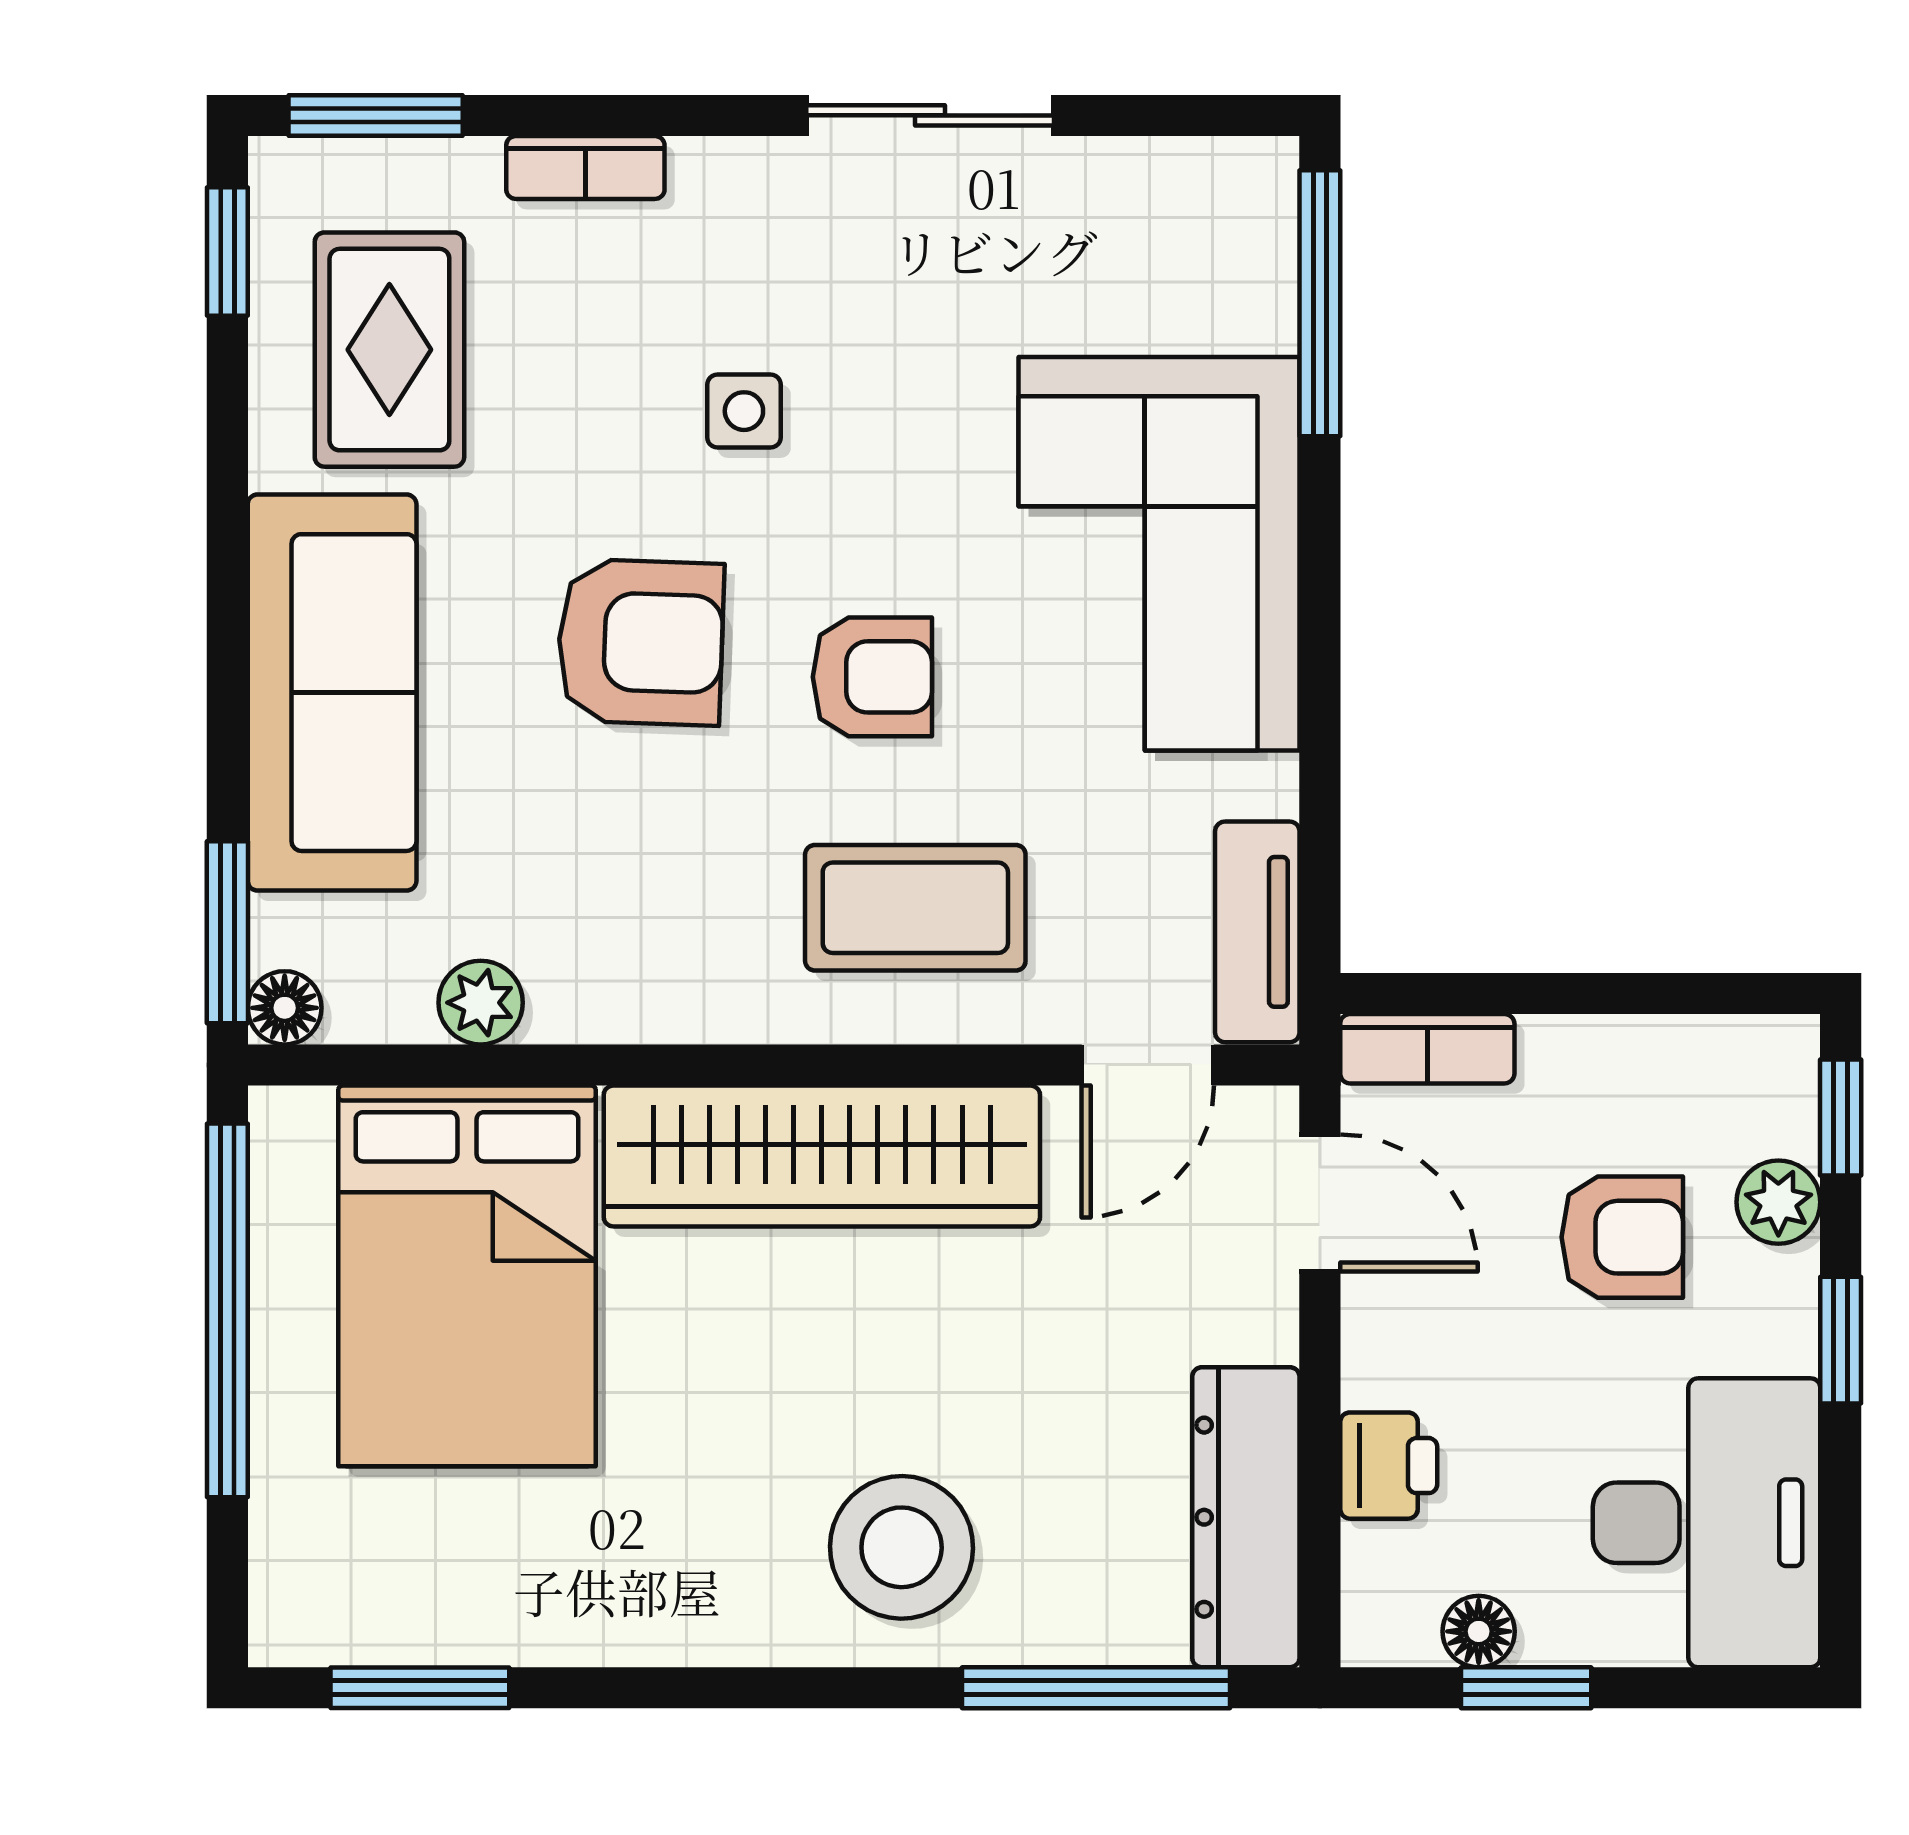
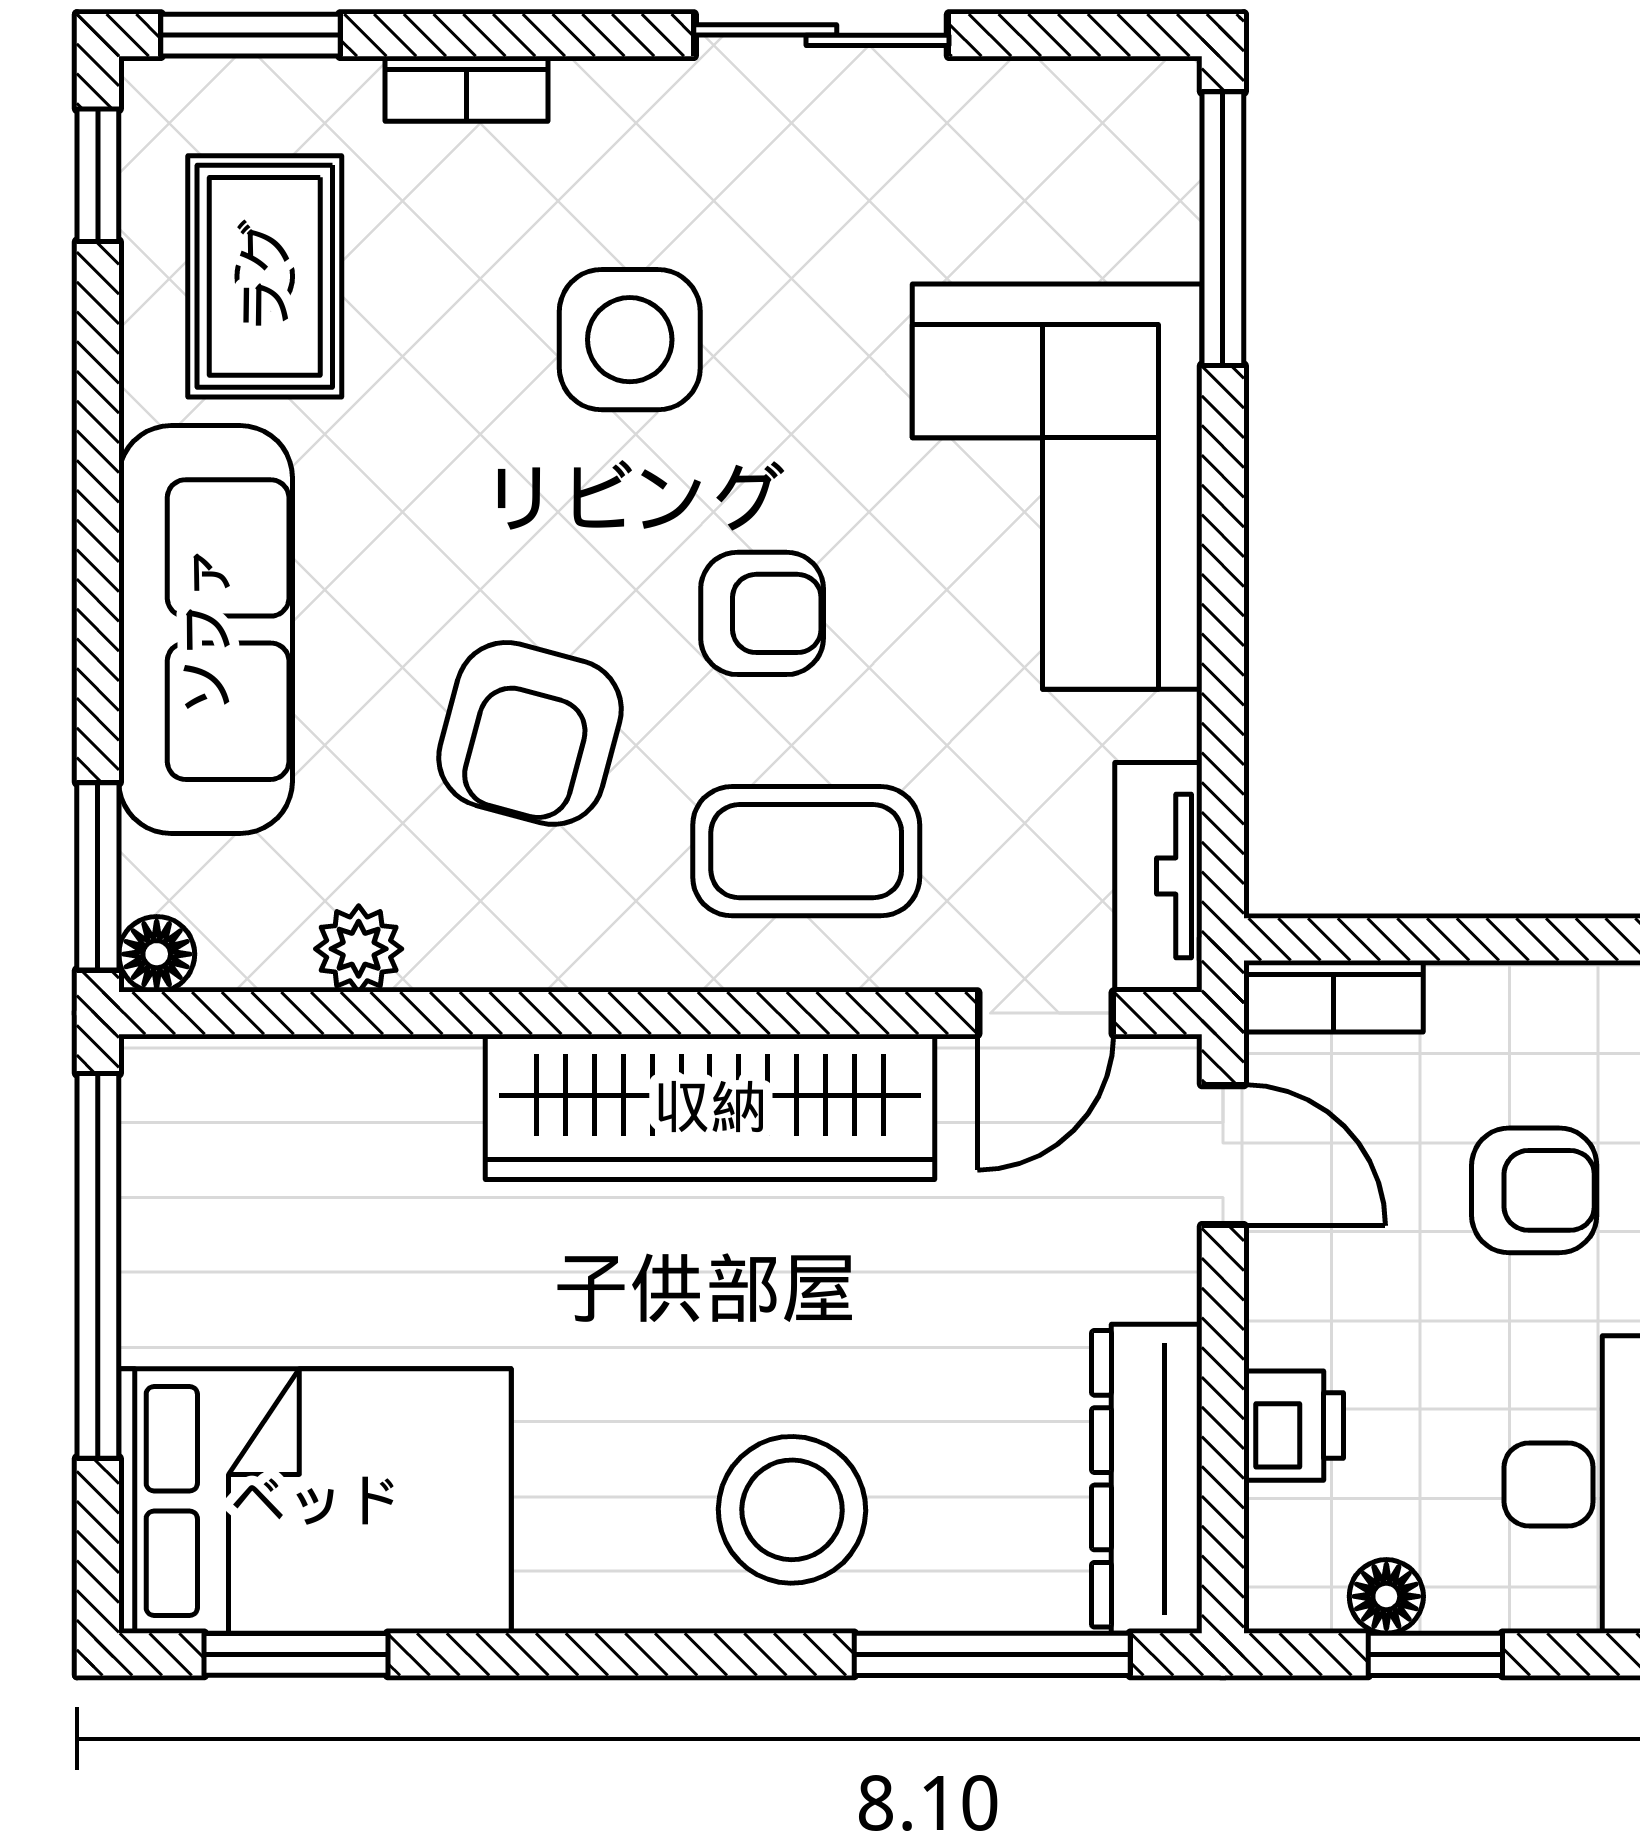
side table: (744, 411) -> (630, 340), width x1.87, depth x1.87
armchair: (641, 642) -> (530, 733), moved, turned 103
bed: (467, 1276) -> (315, 1501), moved, turned -90

